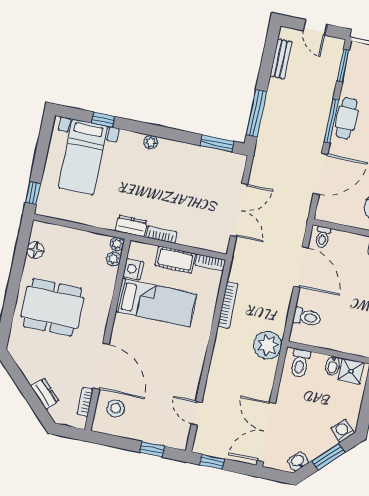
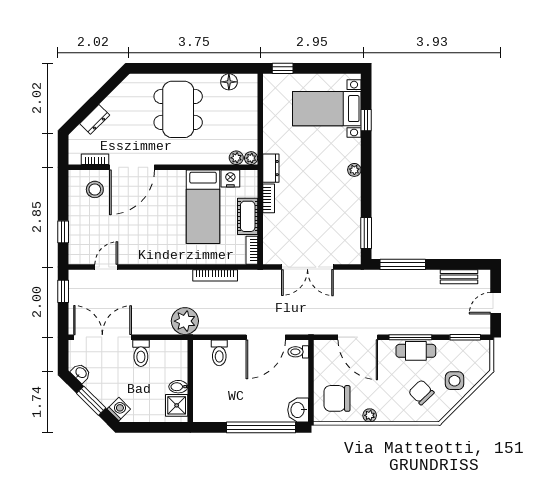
toilet: (300, 363) -> (141, 353), moved, turned -90

